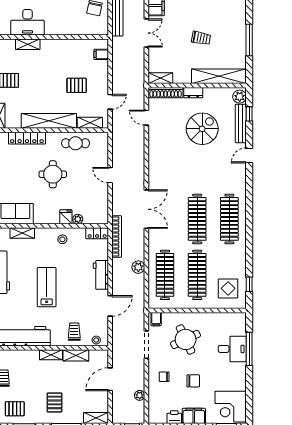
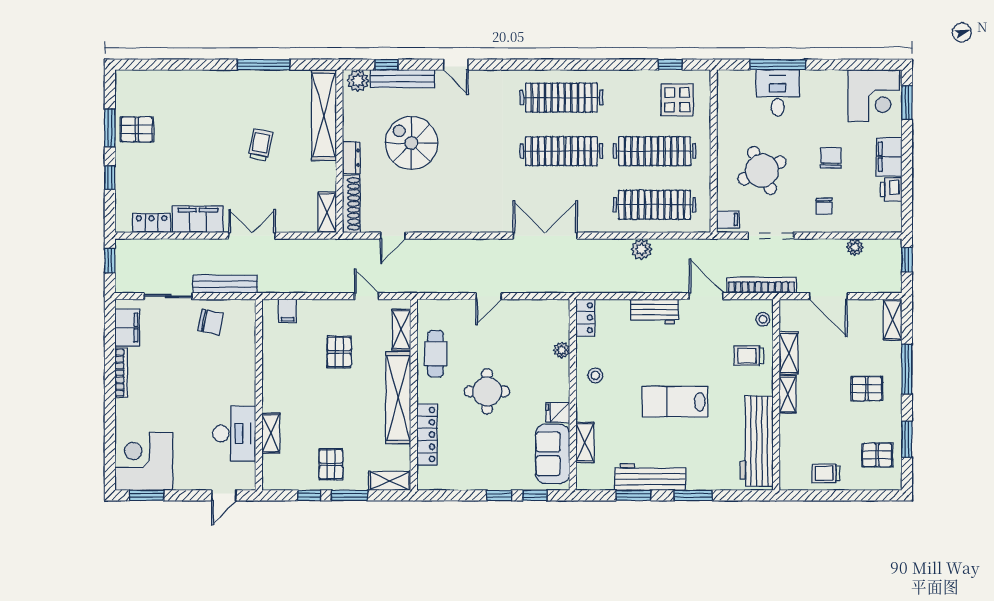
fridge: (66, 217) -> (558, 412), moved
bookcase: (117, 237) -> (762, 285), moved
pallet: (15, 409) -> (877, 455), turned 90

